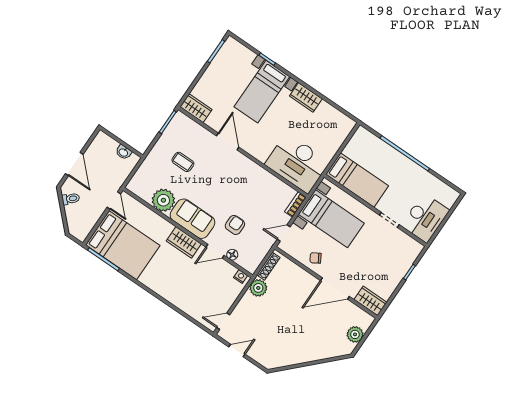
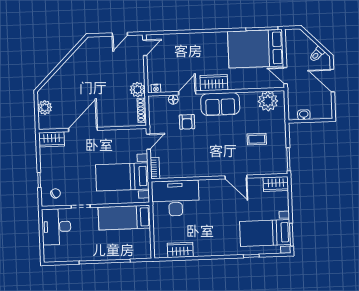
bed with nightstands: (262, 92) -> (265, 233), moved, turned -90
wardrobe: (306, 97) -> (180, 250), moved
plant: (163, 200) -> (268, 101), moved
chair: (316, 258) -> (56, 193), moved

